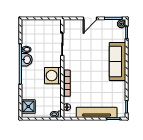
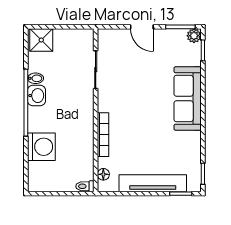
door: (90, 18) -> (142, 27), hinge flipped
washing machine: (53, 76) -> (41, 147), moved, turned 180
shower: (28, 106) -> (41, 40), moved

